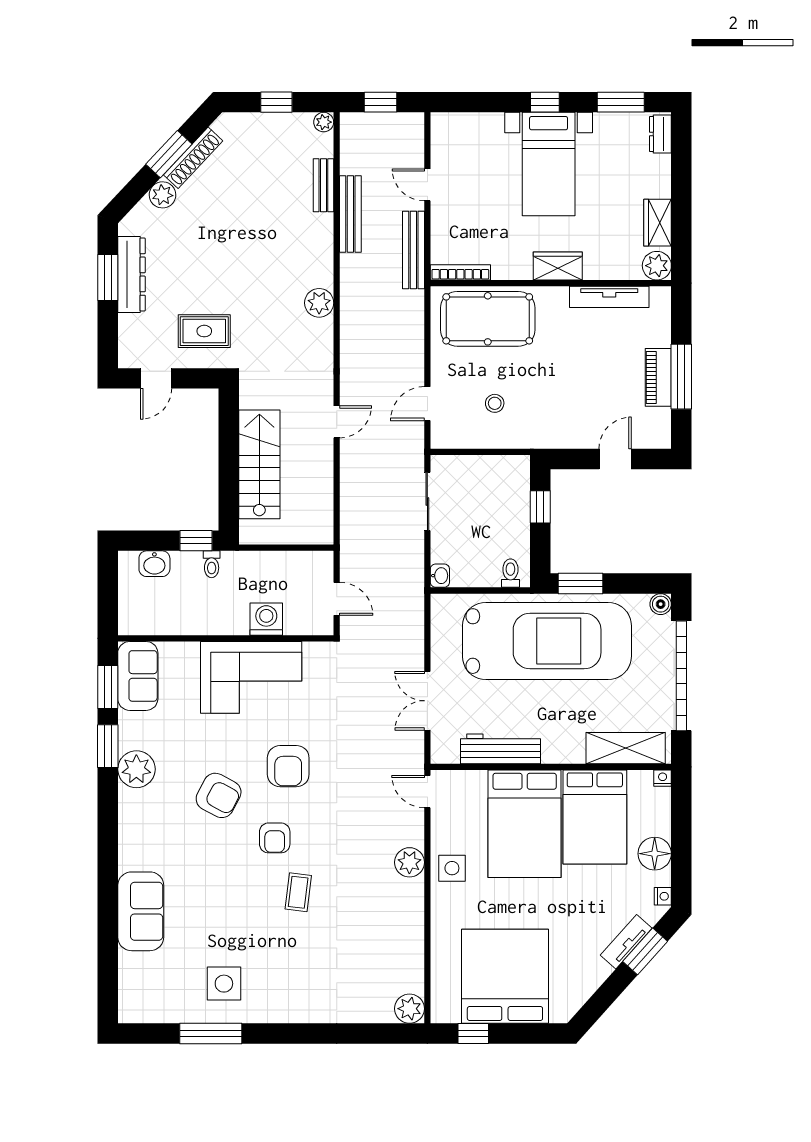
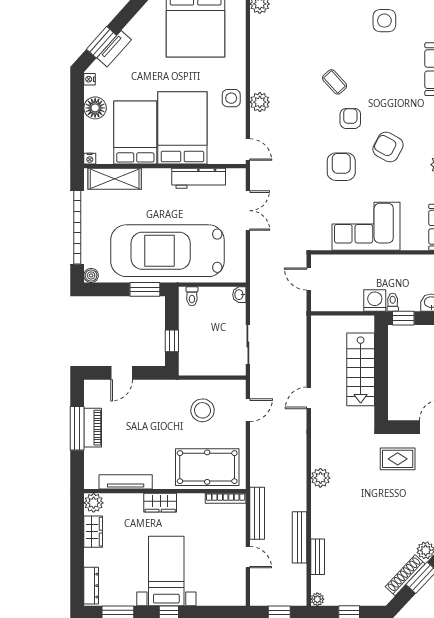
dresser: (660, 134) -> (91, 586), width x1.44
stool: (495, 403) -> (203, 410), width x1.89, depth x1.89
washing machine: (266, 619) -> (375, 300), moved, turned 180
coffee table: (298, 892) -> (335, 82), turned -49

